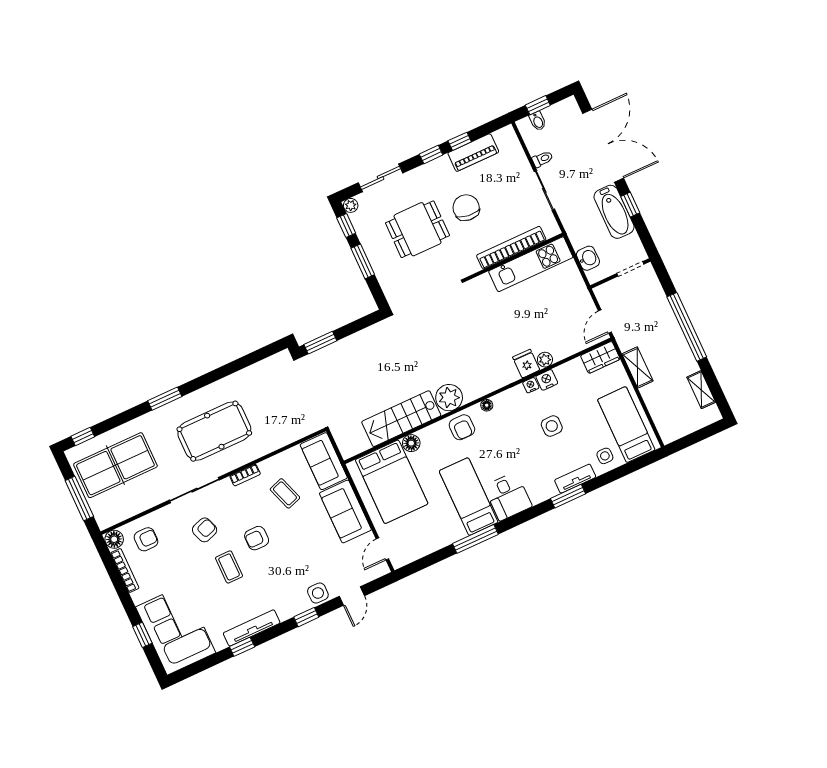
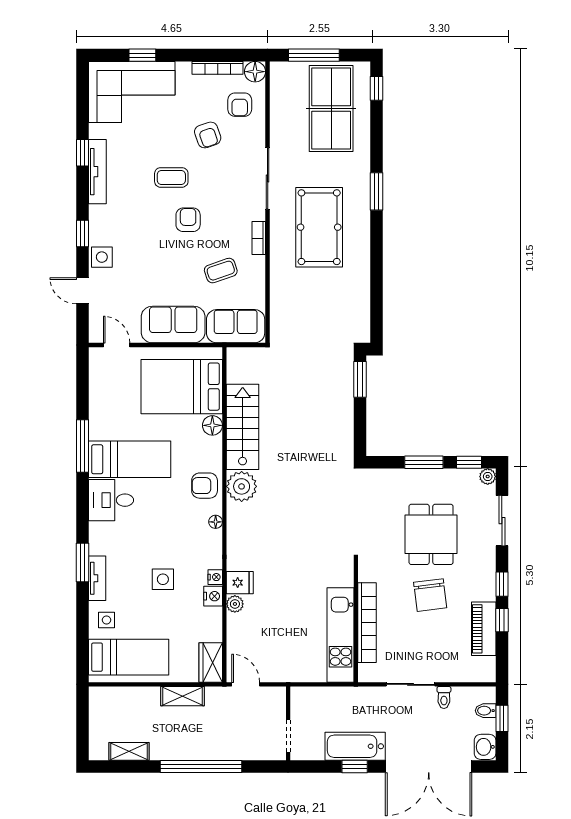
chair: (466, 208) -> (430, 595), turned 76
washbasin: (588, 258) -> (485, 747), moved, turned 90
armchair: (205, 530) -> (208, 135), moved

